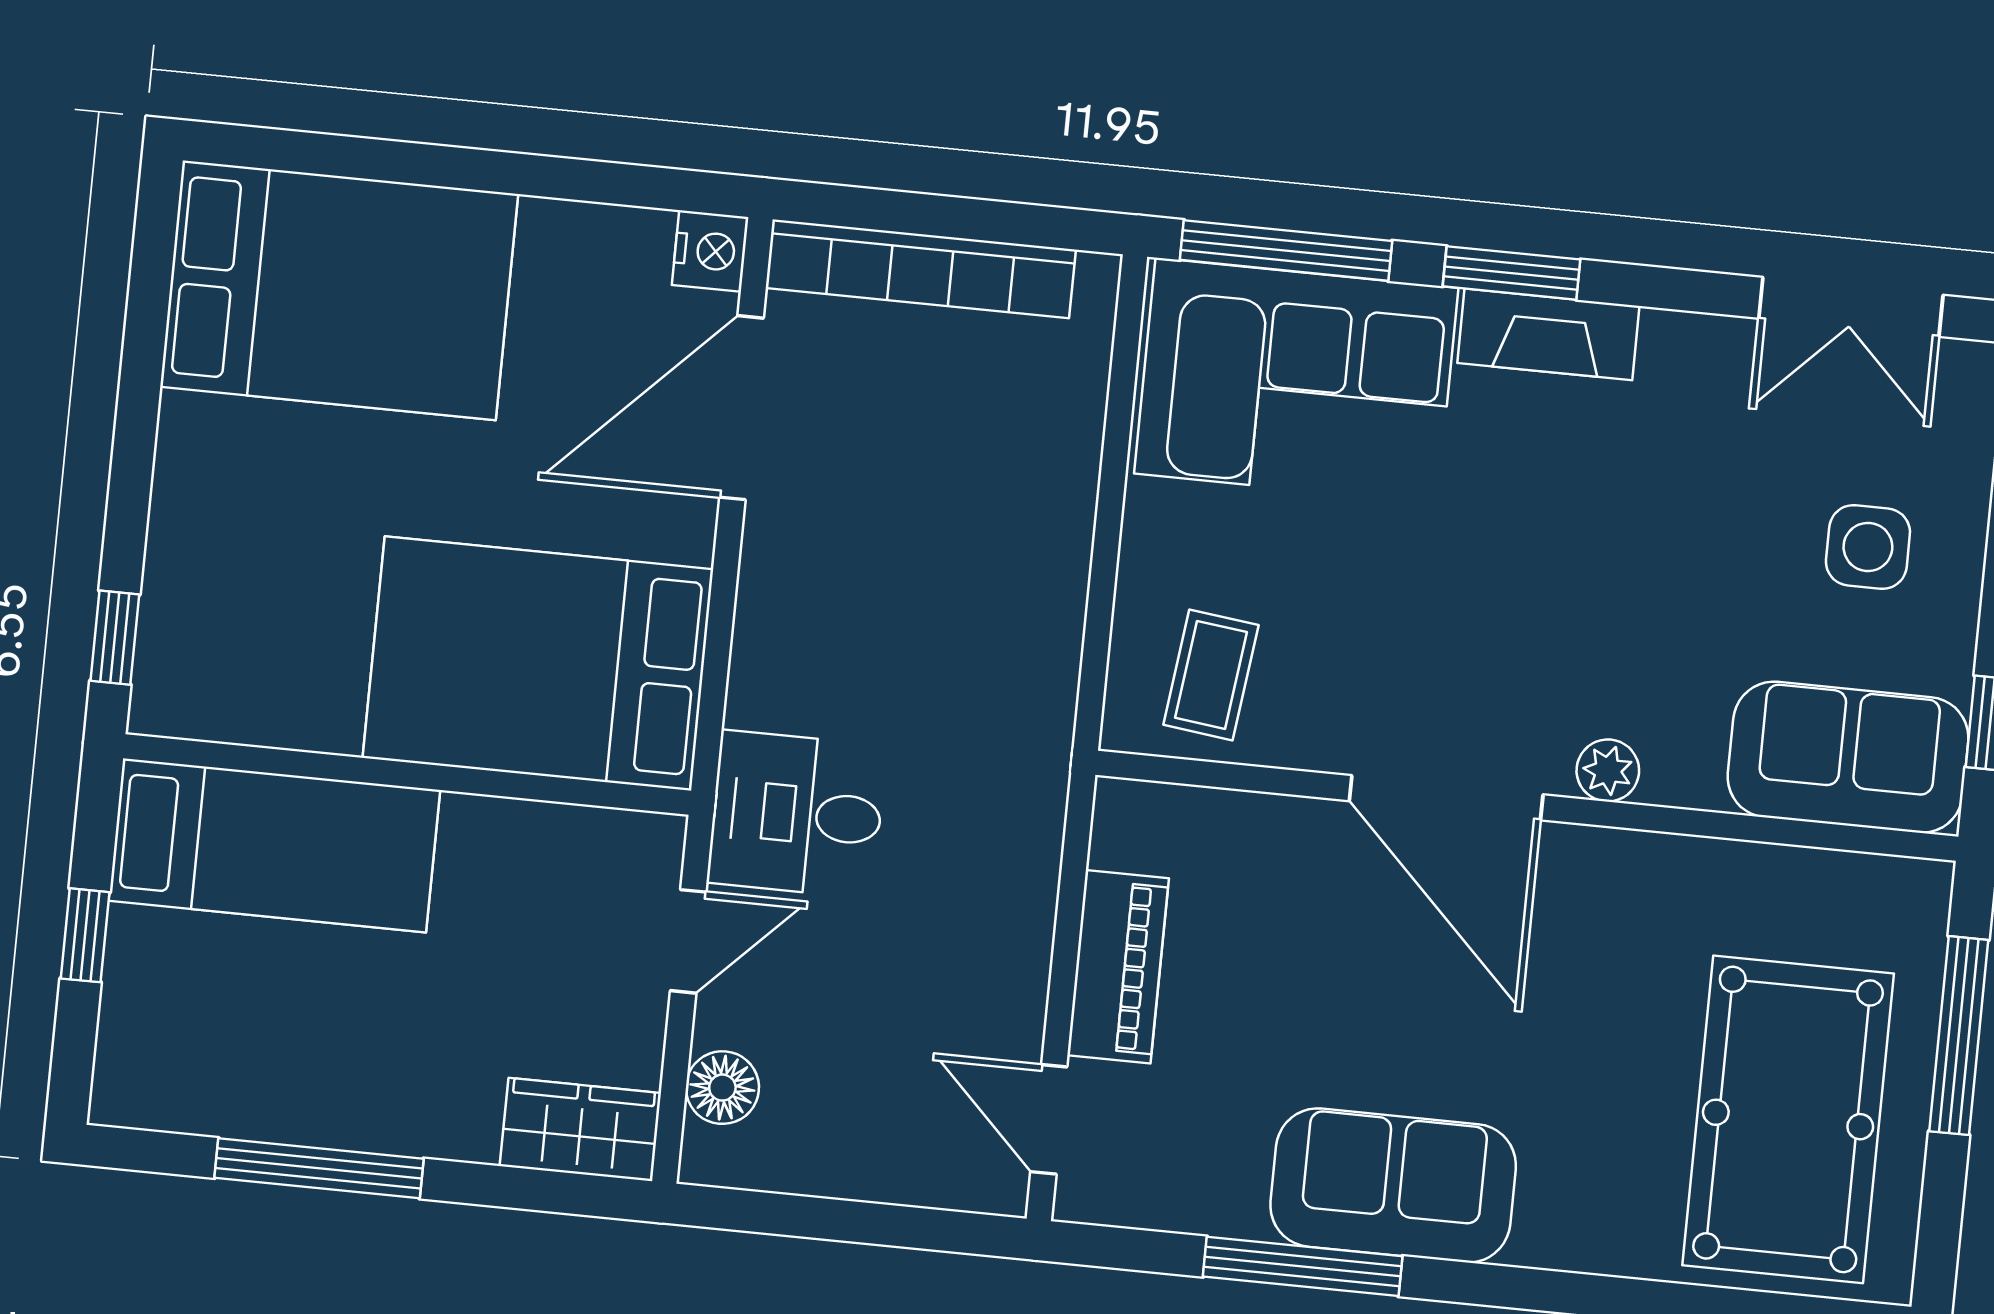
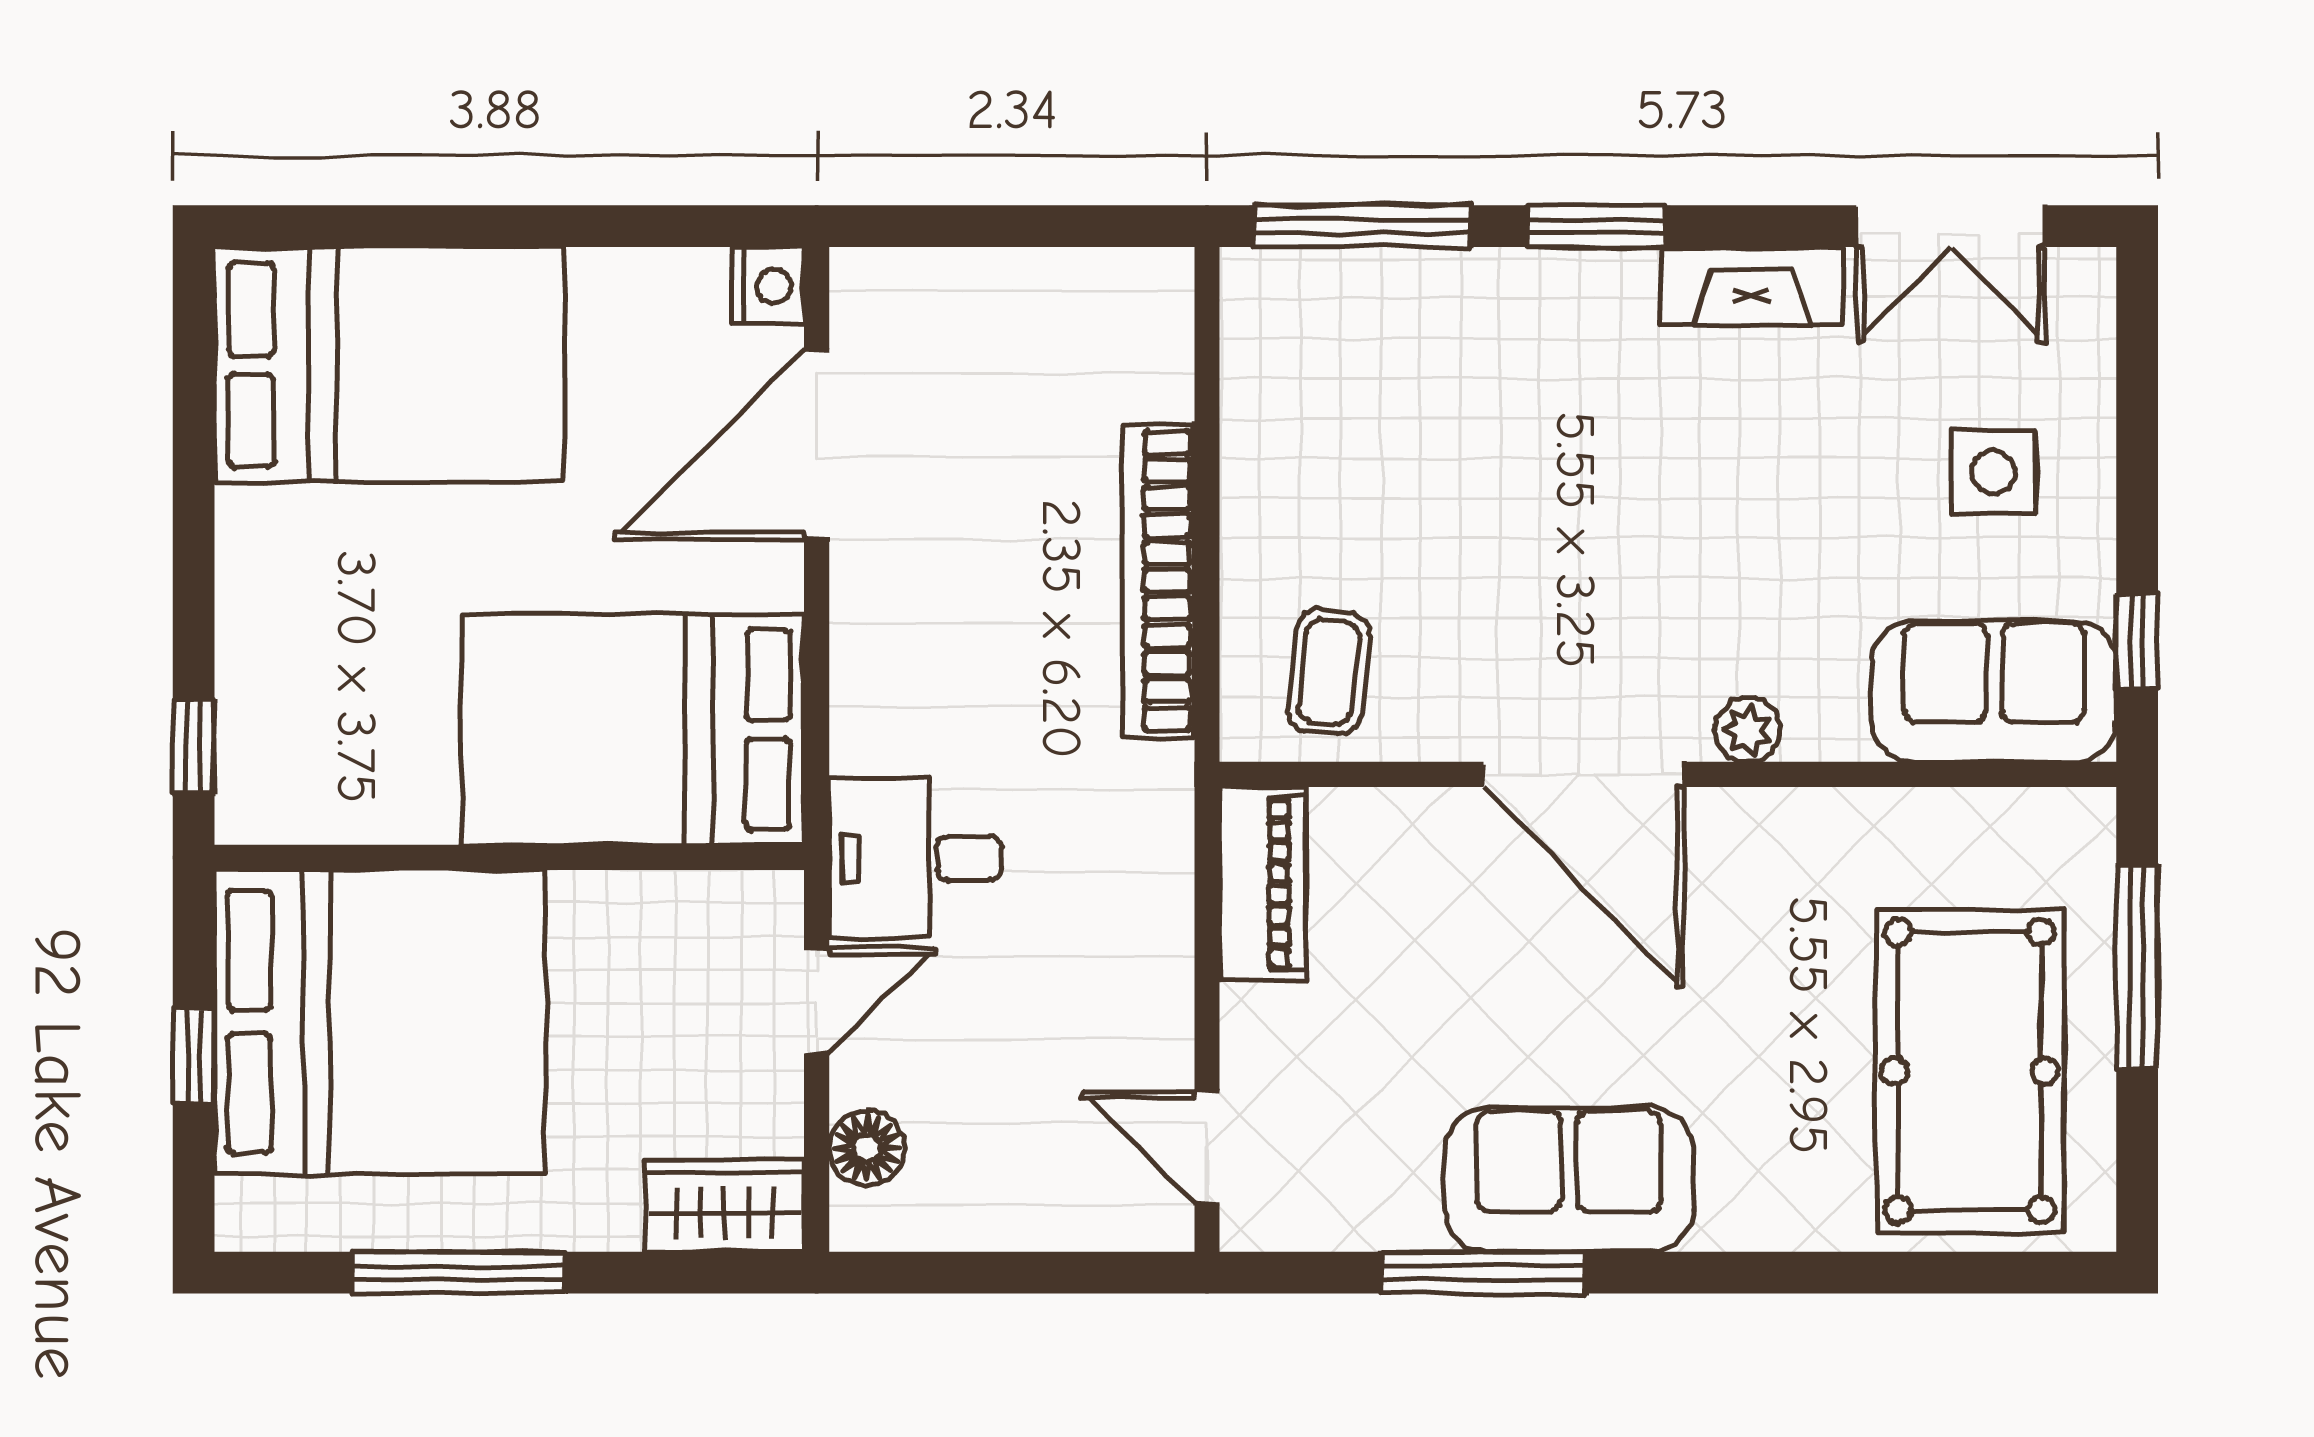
bookcase: (921, 269) -> (1159, 581), moved, turned 90
fireplace: (1548, 334) -> (1751, 286), moved
corner sofa: (1296, 381) -> (1386, 359), removed
bed: (274, 845) -> (380, 1022), width x2.04
piano: (1118, 967) -> (1263, 884), moved

